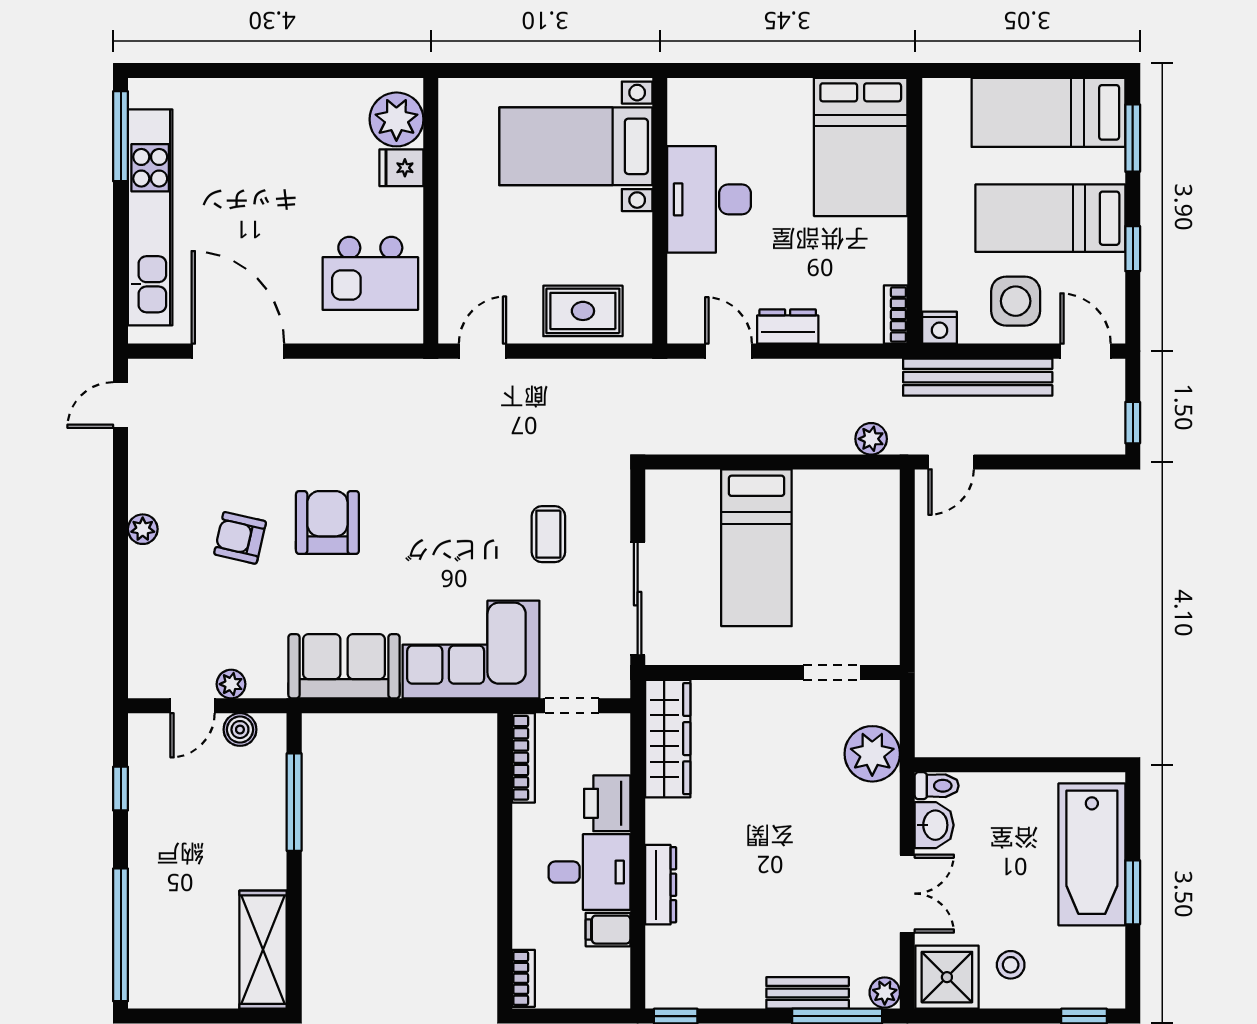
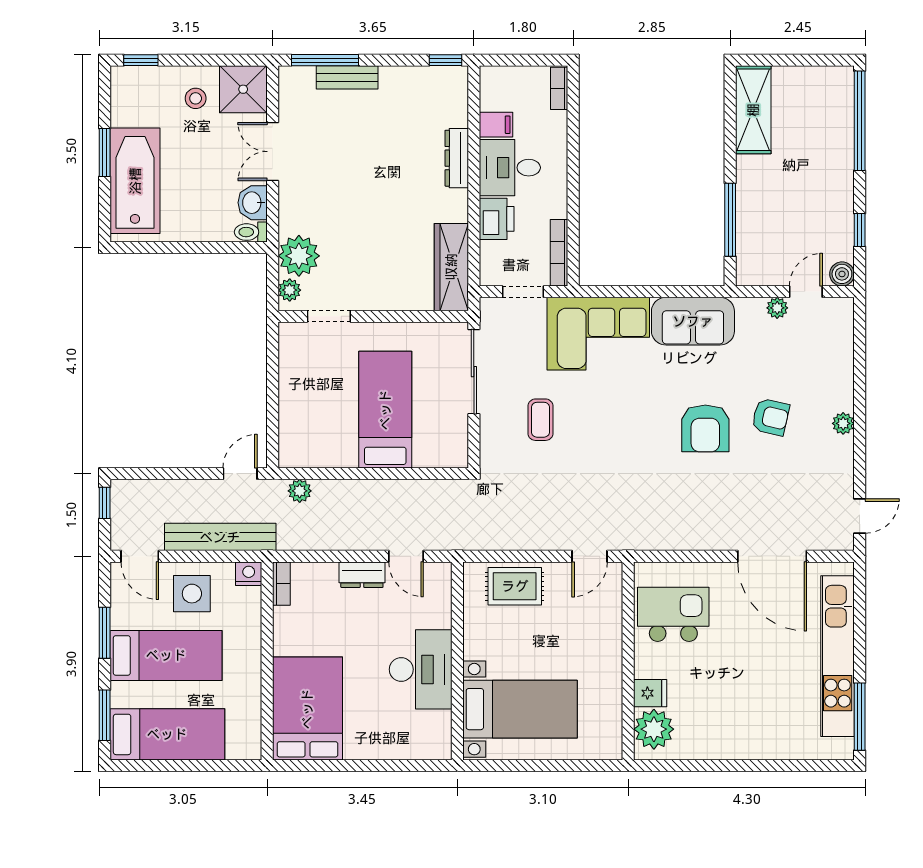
window: (1133, 249) -> (105, 633), width x1.50
boiler: (240, 730) -> (842, 274), moved
plant: (885, 993) -> (290, 290), moved

